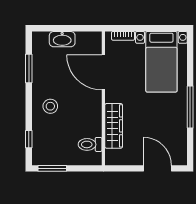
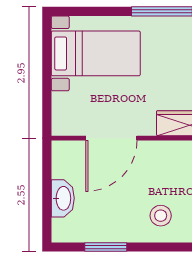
bookcase: (123, 36) -> (58, 109), removed

